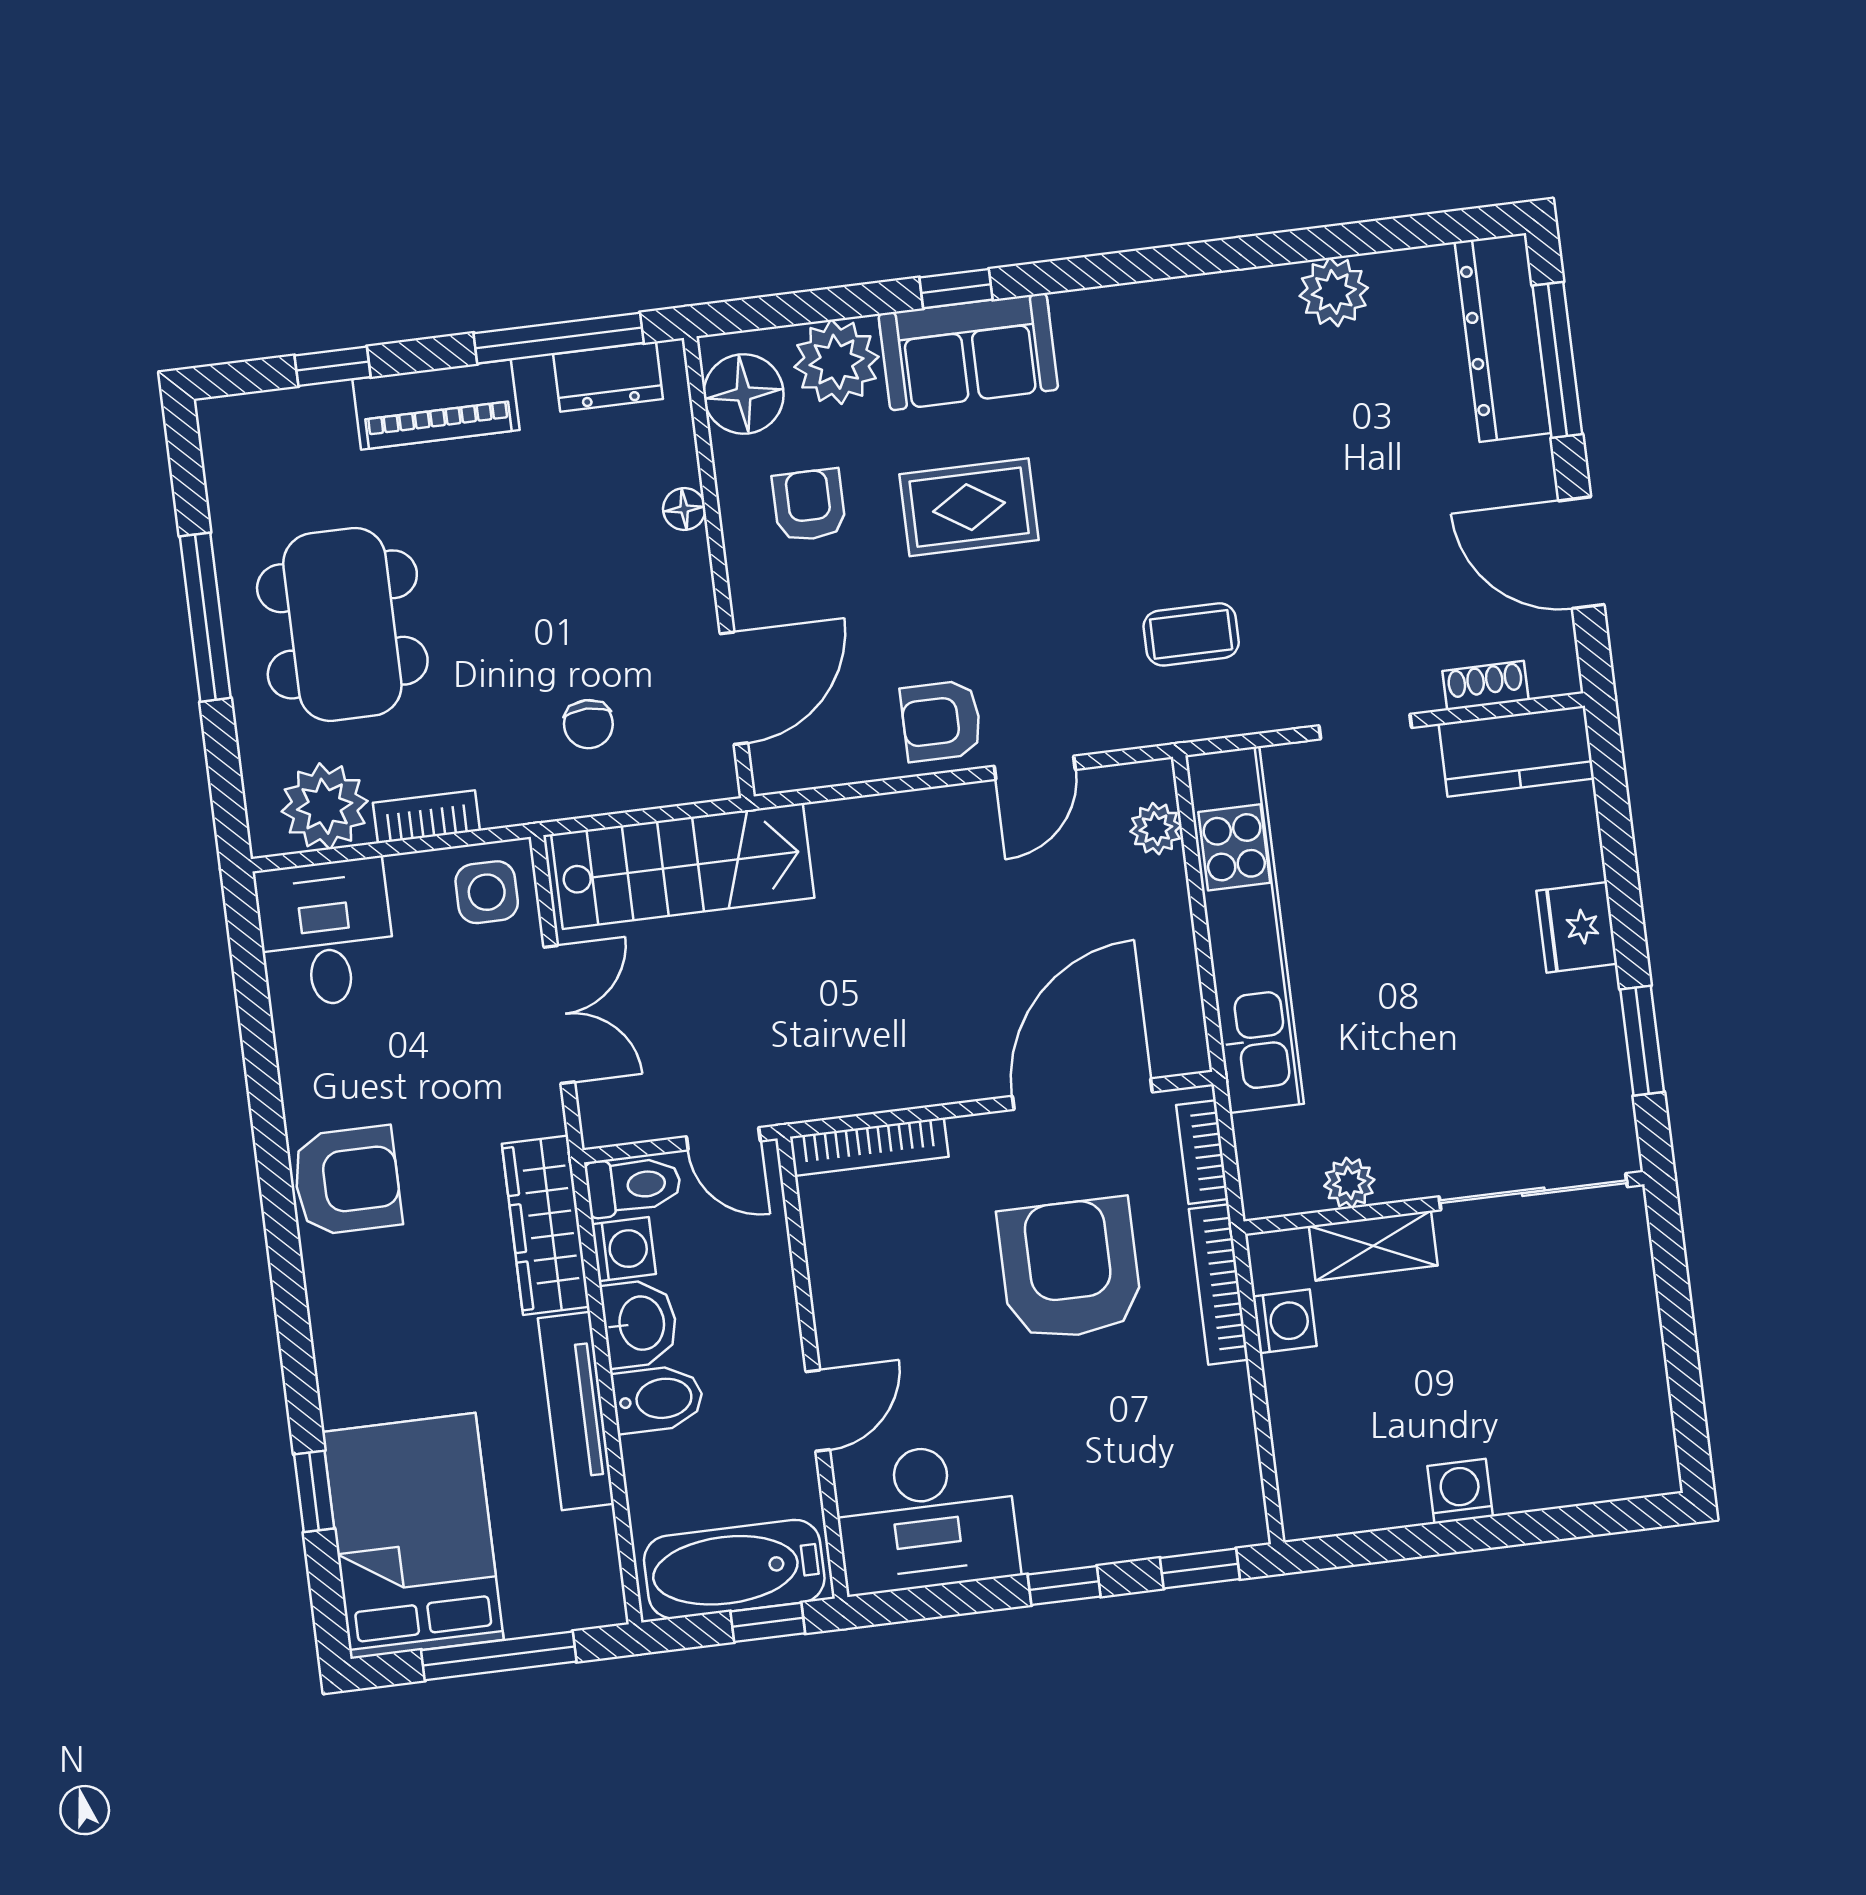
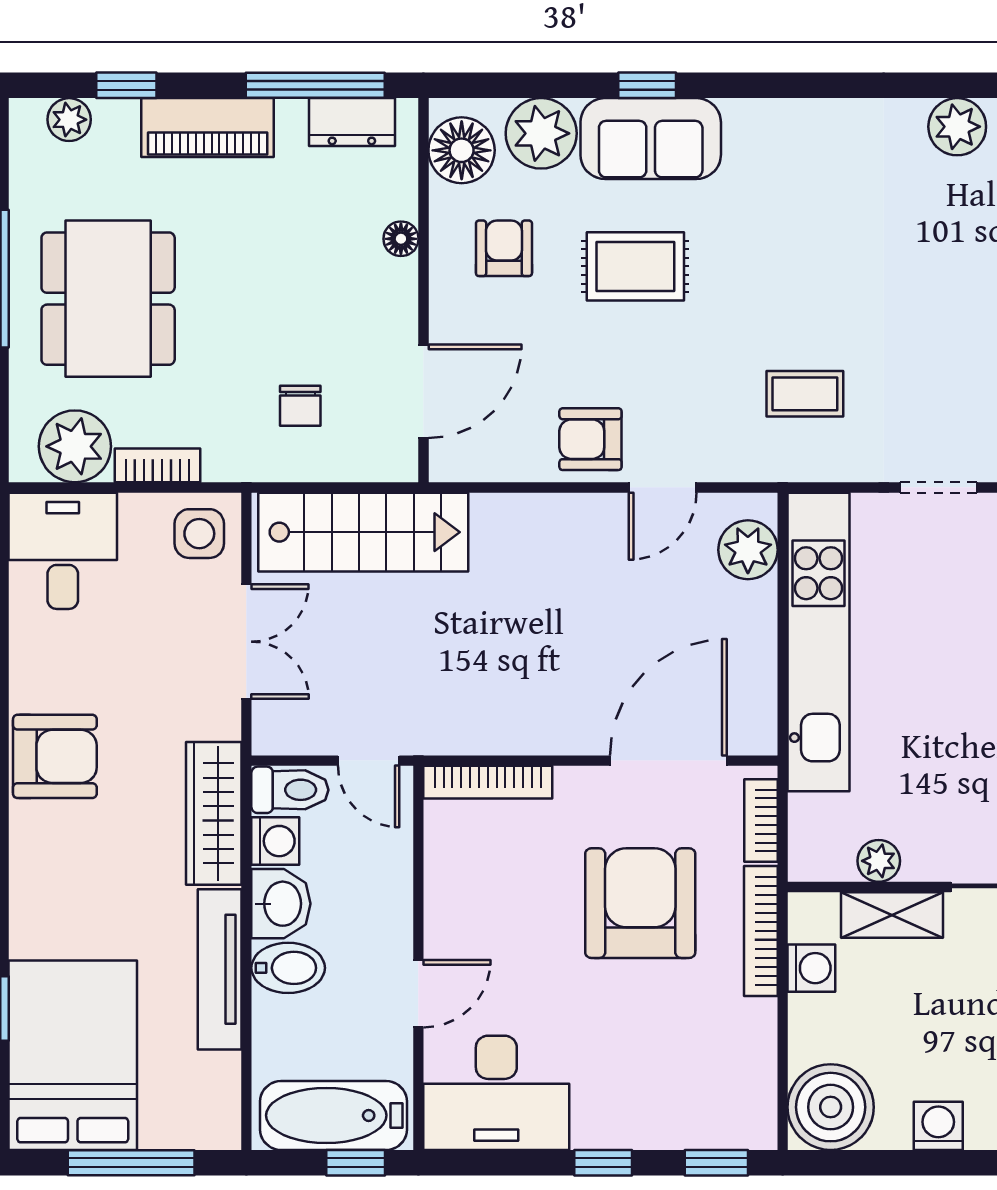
plant: (269, 416) -> (69, 120), added
plant: (1156, 829) -> (748, 550), width x1.38, depth x1.38
boiler: (1328, 1485) -> (831, 1107), added

